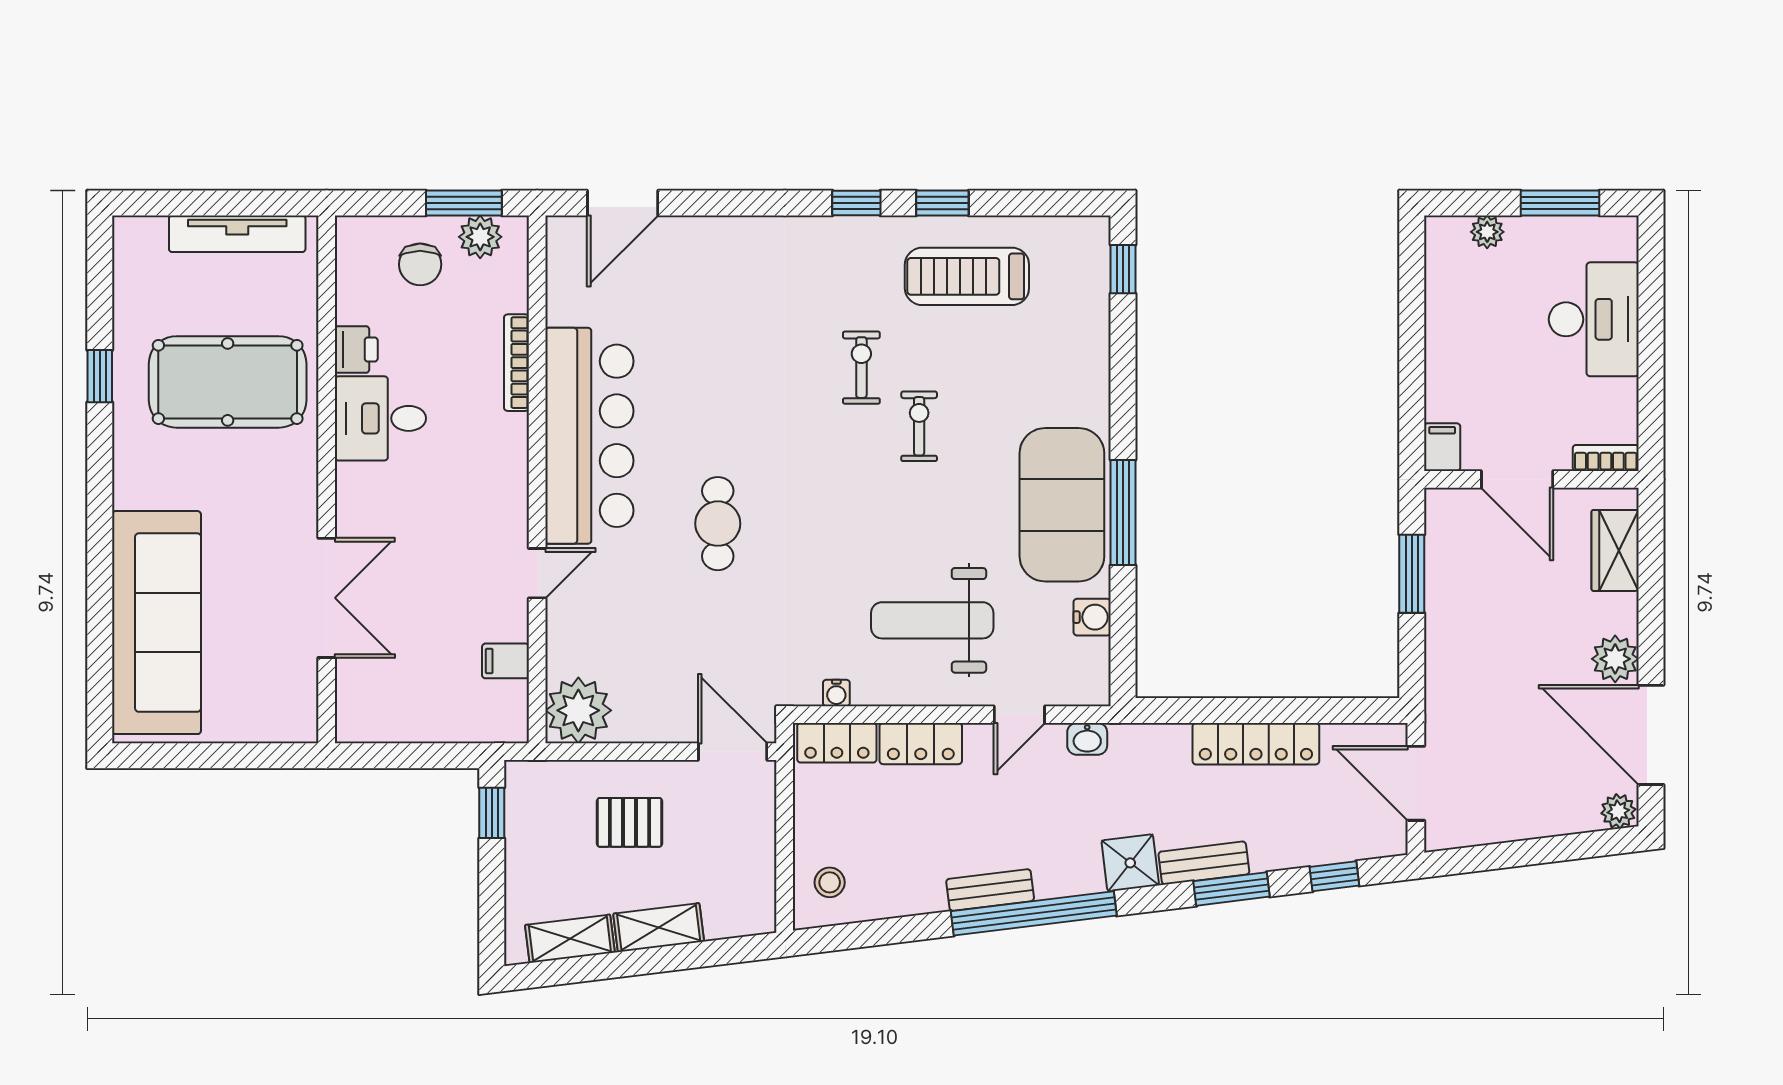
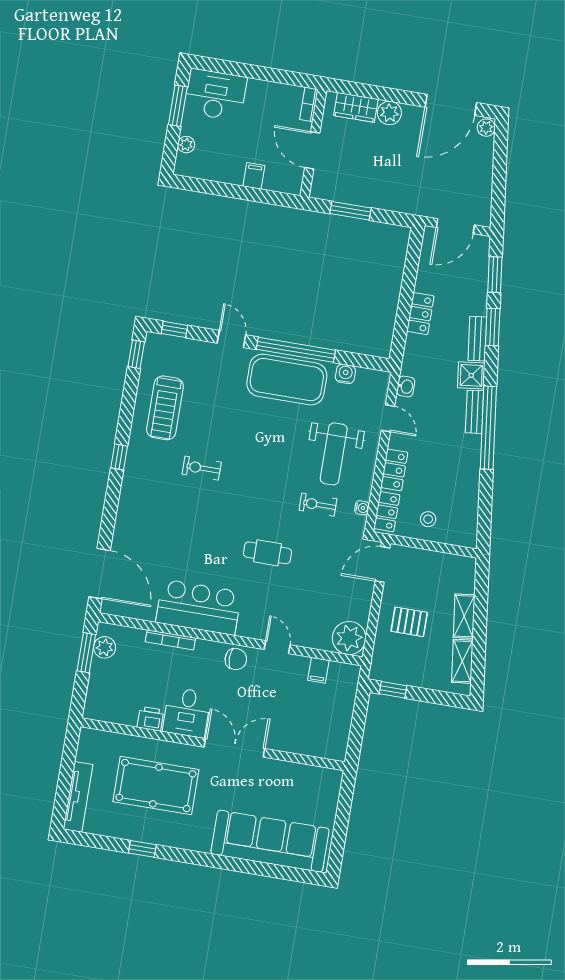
door: (623, 203) -> (100, 574), width x1.36
window: (942, 203) -> (136, 354), moved
tv unit: (237, 234) -> (78, 797), moved
chair: (420, 264) -> (236, 659), moved
desk: (1594, 319) -> (215, 95), moved
pool table: (228, 382) -> (156, 786), turned 90
door: (1123, 384) -> (231, 339), added
exercise bike: (919, 426) -> (318, 505), moved
bar counter: (589, 436) -> (199, 607), width x0.73
filing cabinet: (1442, 447) -> (254, 176), moved, turned 90
door: (1517, 479) -> (312, 150), swing flipped
window: (1123, 513) -> (296, 350), width x1.46
double door: (327, 598) -> (234, 748), moved
plant: (1615, 659) -> (389, 113), moved
locker: (1256, 744) -> (420, 314), width x0.66
pallet: (630, 822) -> (409, 622), turned 90
window: (1334, 876) -> (495, 275), width x1.50
stool: (830, 882) -> (428, 519), moved
bench: (990, 890) -> (475, 412), moved

